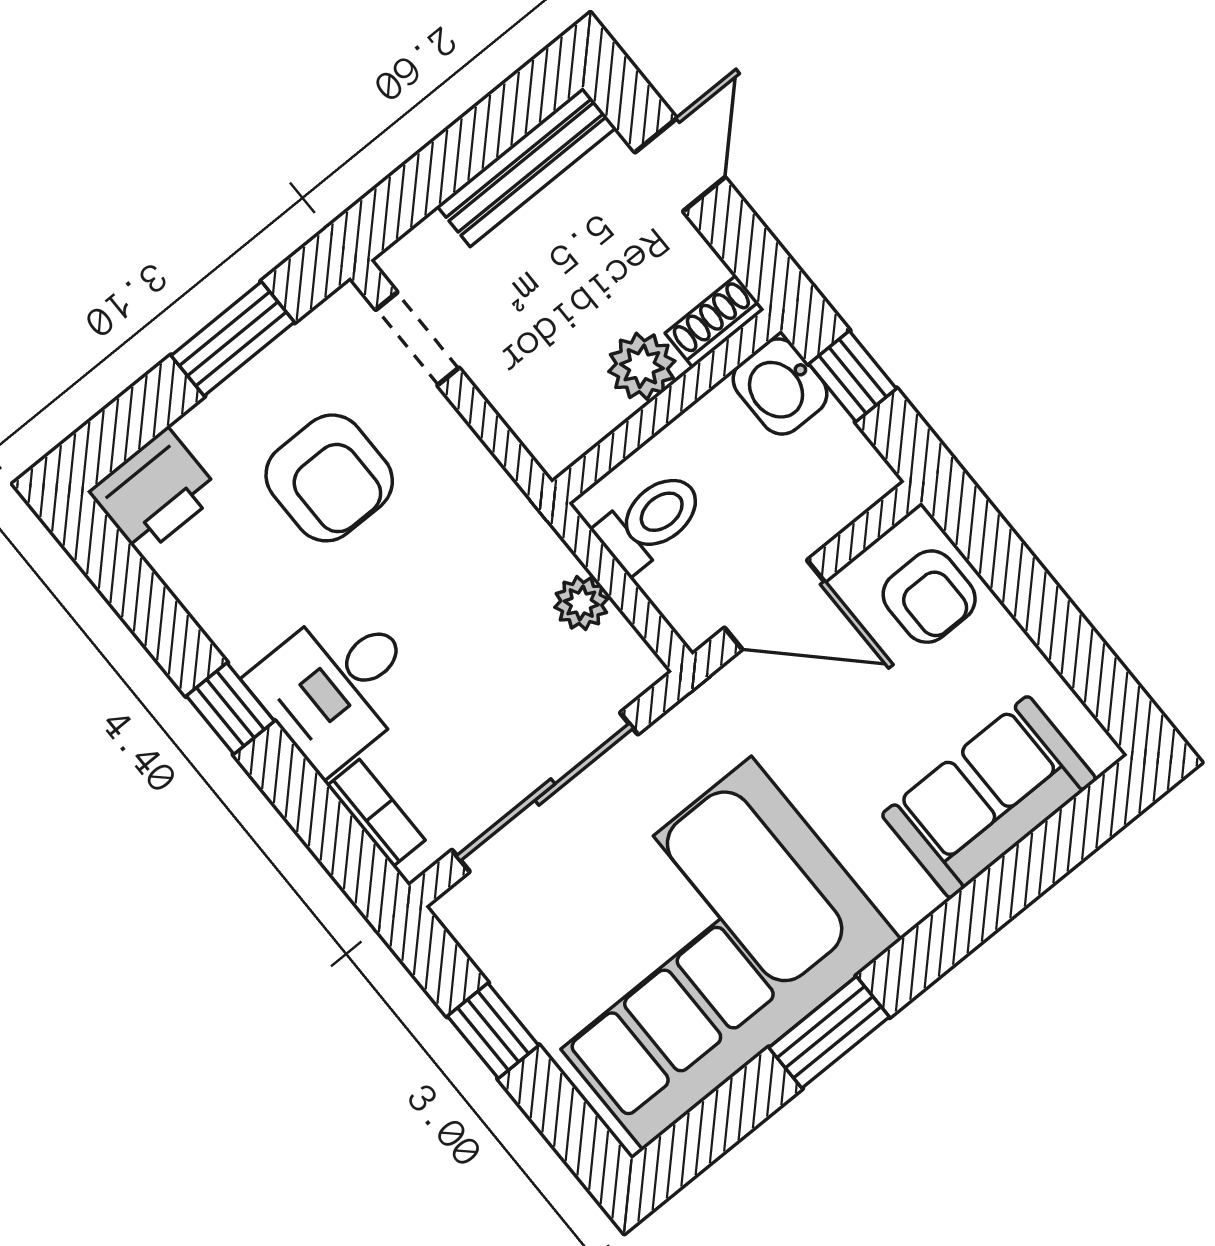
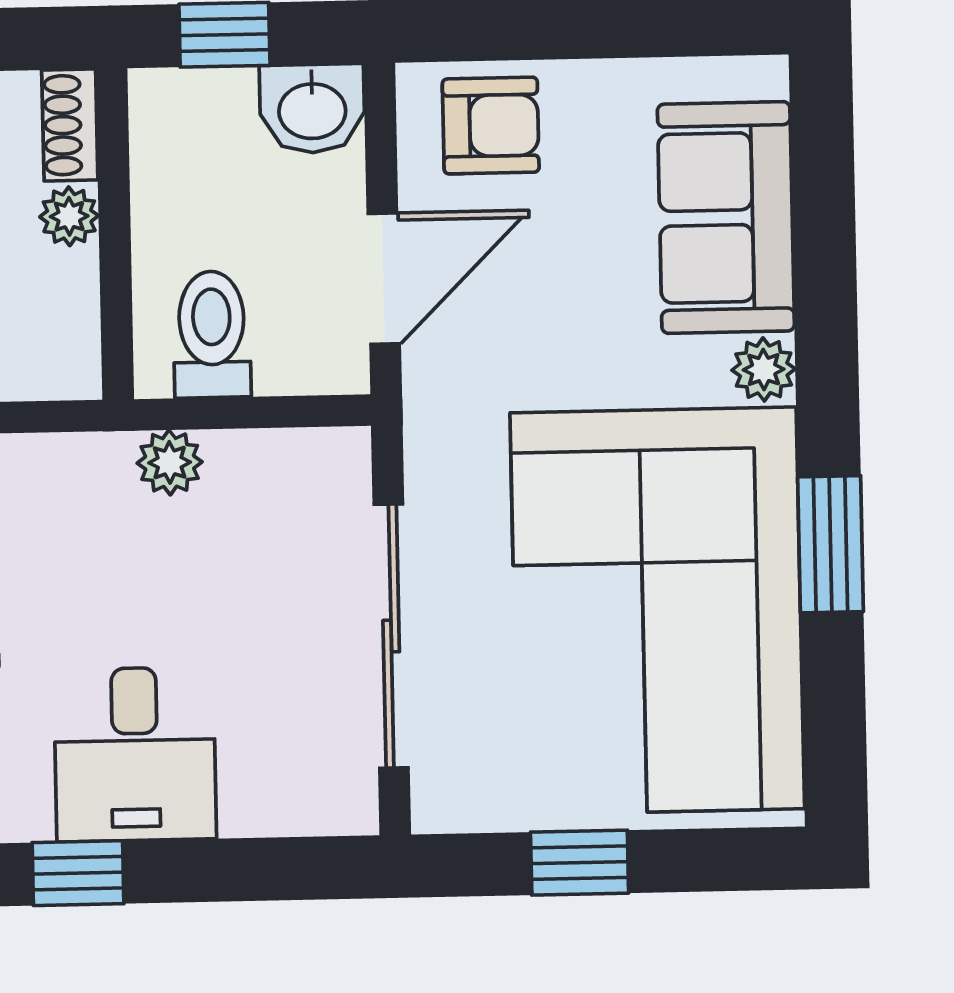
plant: (642, 366) -> (69, 216), width x0.73, depth x0.73
washbasin: (780, 386) -> (312, 109), moved
plant: (581, 603) -> (170, 462), moved
bookcase: (376, 813) -> (286, 812), removed
plant: (909, 899) -> (764, 369), added

